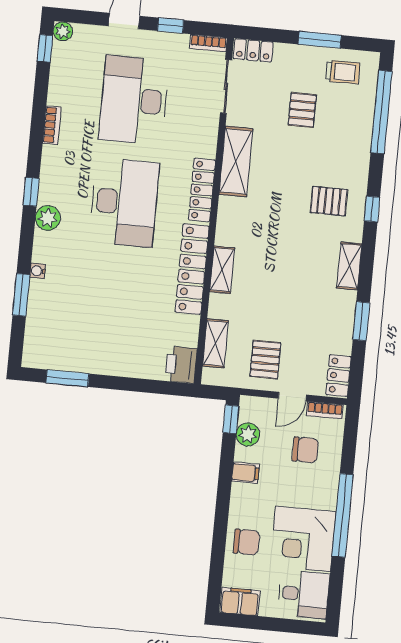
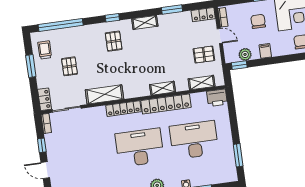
desk: (134, 100) -> (194, 140), moved, turned 180
pallet: (302, 110) -> (69, 66), turned 90
chair: (305, 450) -> (258, 21), moved

